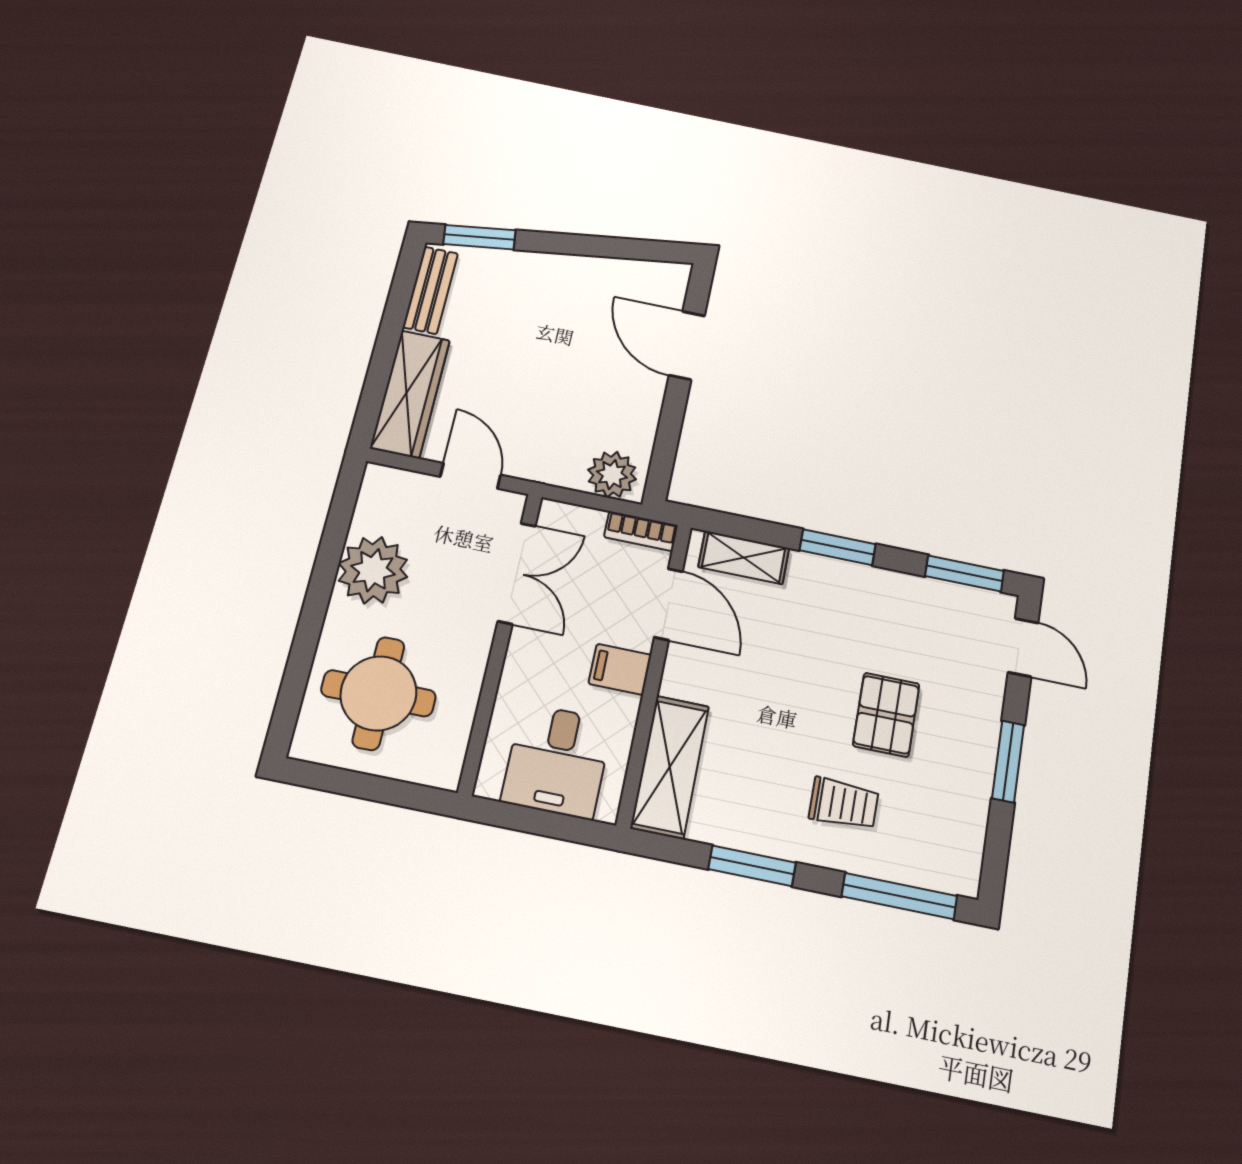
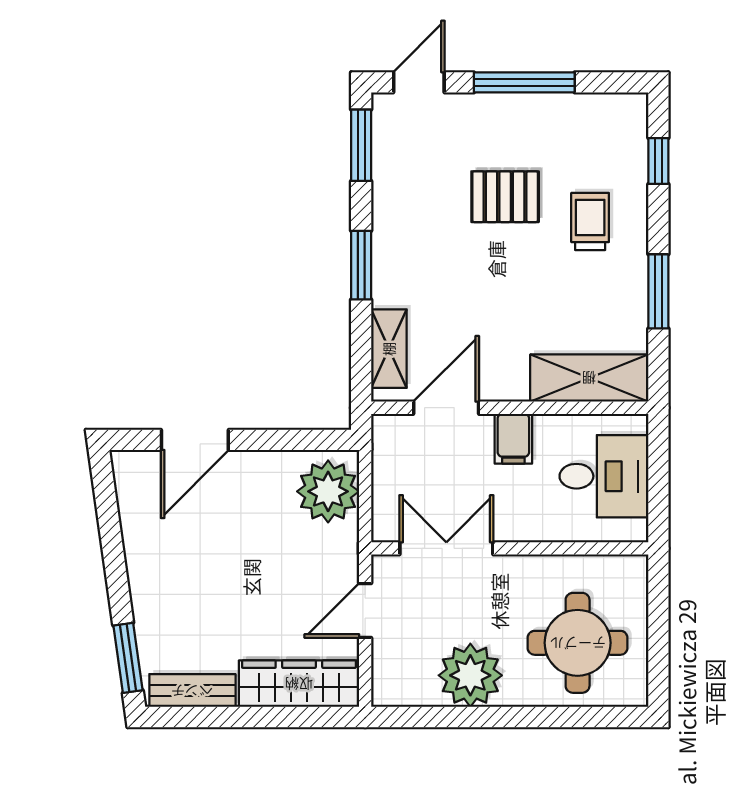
plant: (612, 475) -> (328, 491), width x1.36, depth x1.36
bookcase: (641, 531) -> (384, 446), removed
window: (1008, 762) -> (524, 82), width x1.44
window: (899, 896) -> (658, 161), width x0.46

